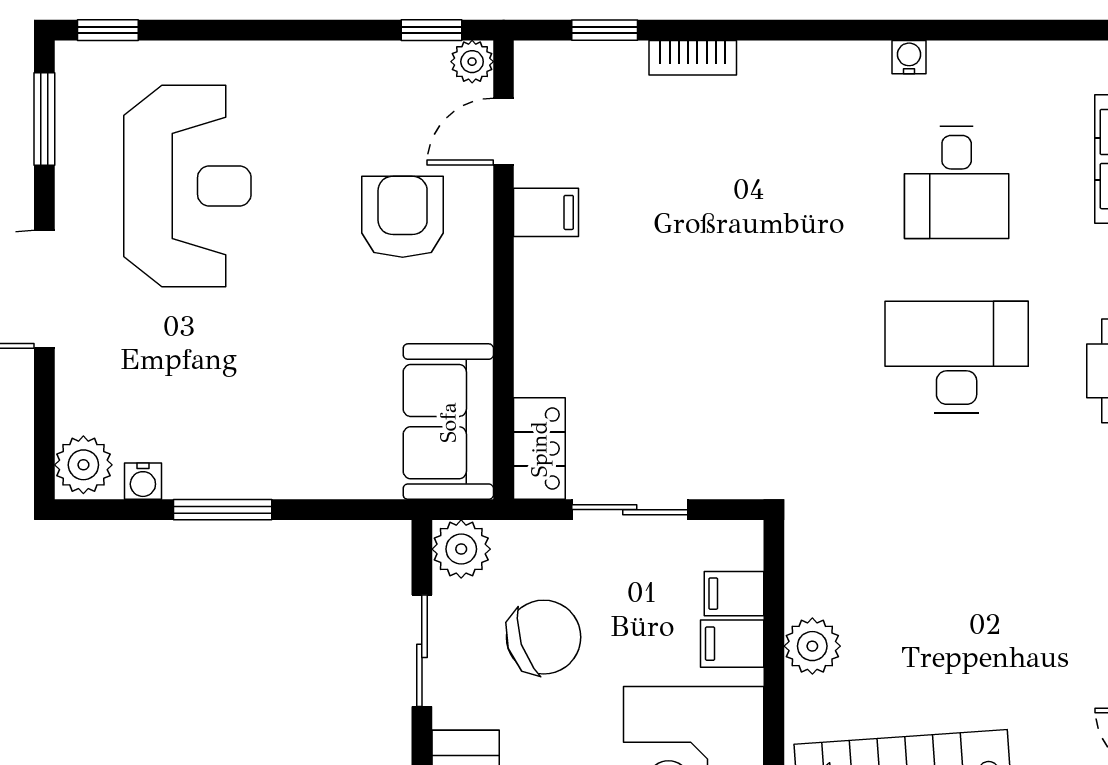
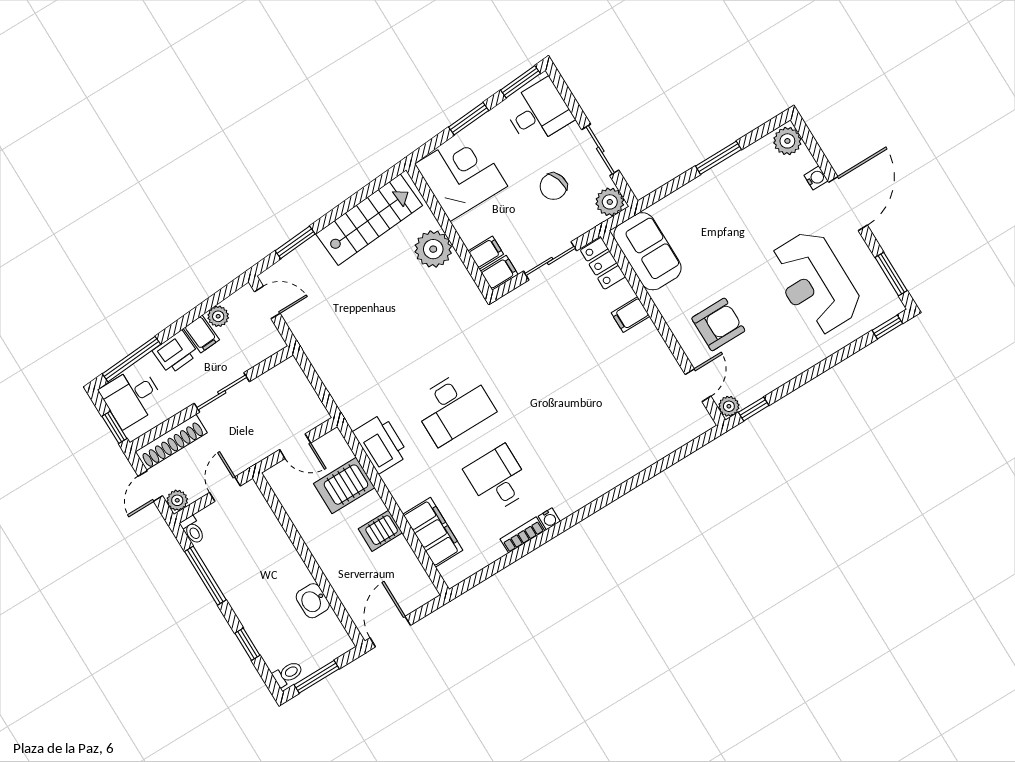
window: (605, 30) -> (682, 453), removed
bookcase: (693, 58) -> (522, 535), moved
filing cabinet: (546, 212) -> (631, 314), moved
armchair: (403, 217) -> (718, 324), turned -90
water cooler: (143, 481) -> (816, 178), moved, turned 90
chair: (544, 637) -> (553, 186), width x0.73, depth x0.73
filing cabinet: (732, 644) -> (499, 273), moved
plant: (812, 646) -> (433, 249), width x1.36, depth x1.36

